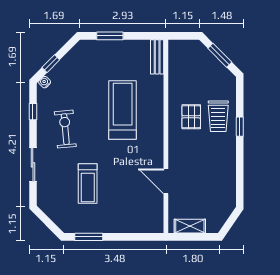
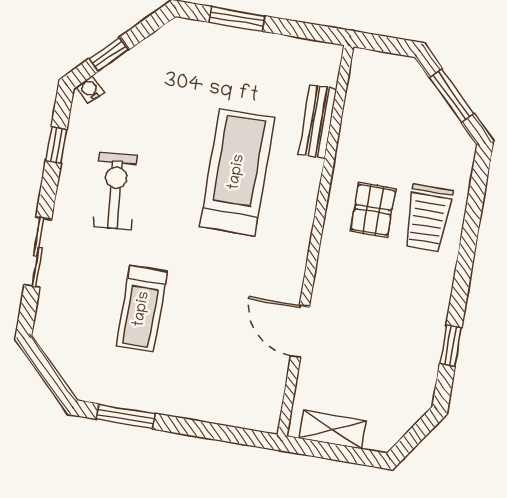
bench: (157, 57) -> (318, 122), moved
window: (240, 127) -> (451, 346), moved

